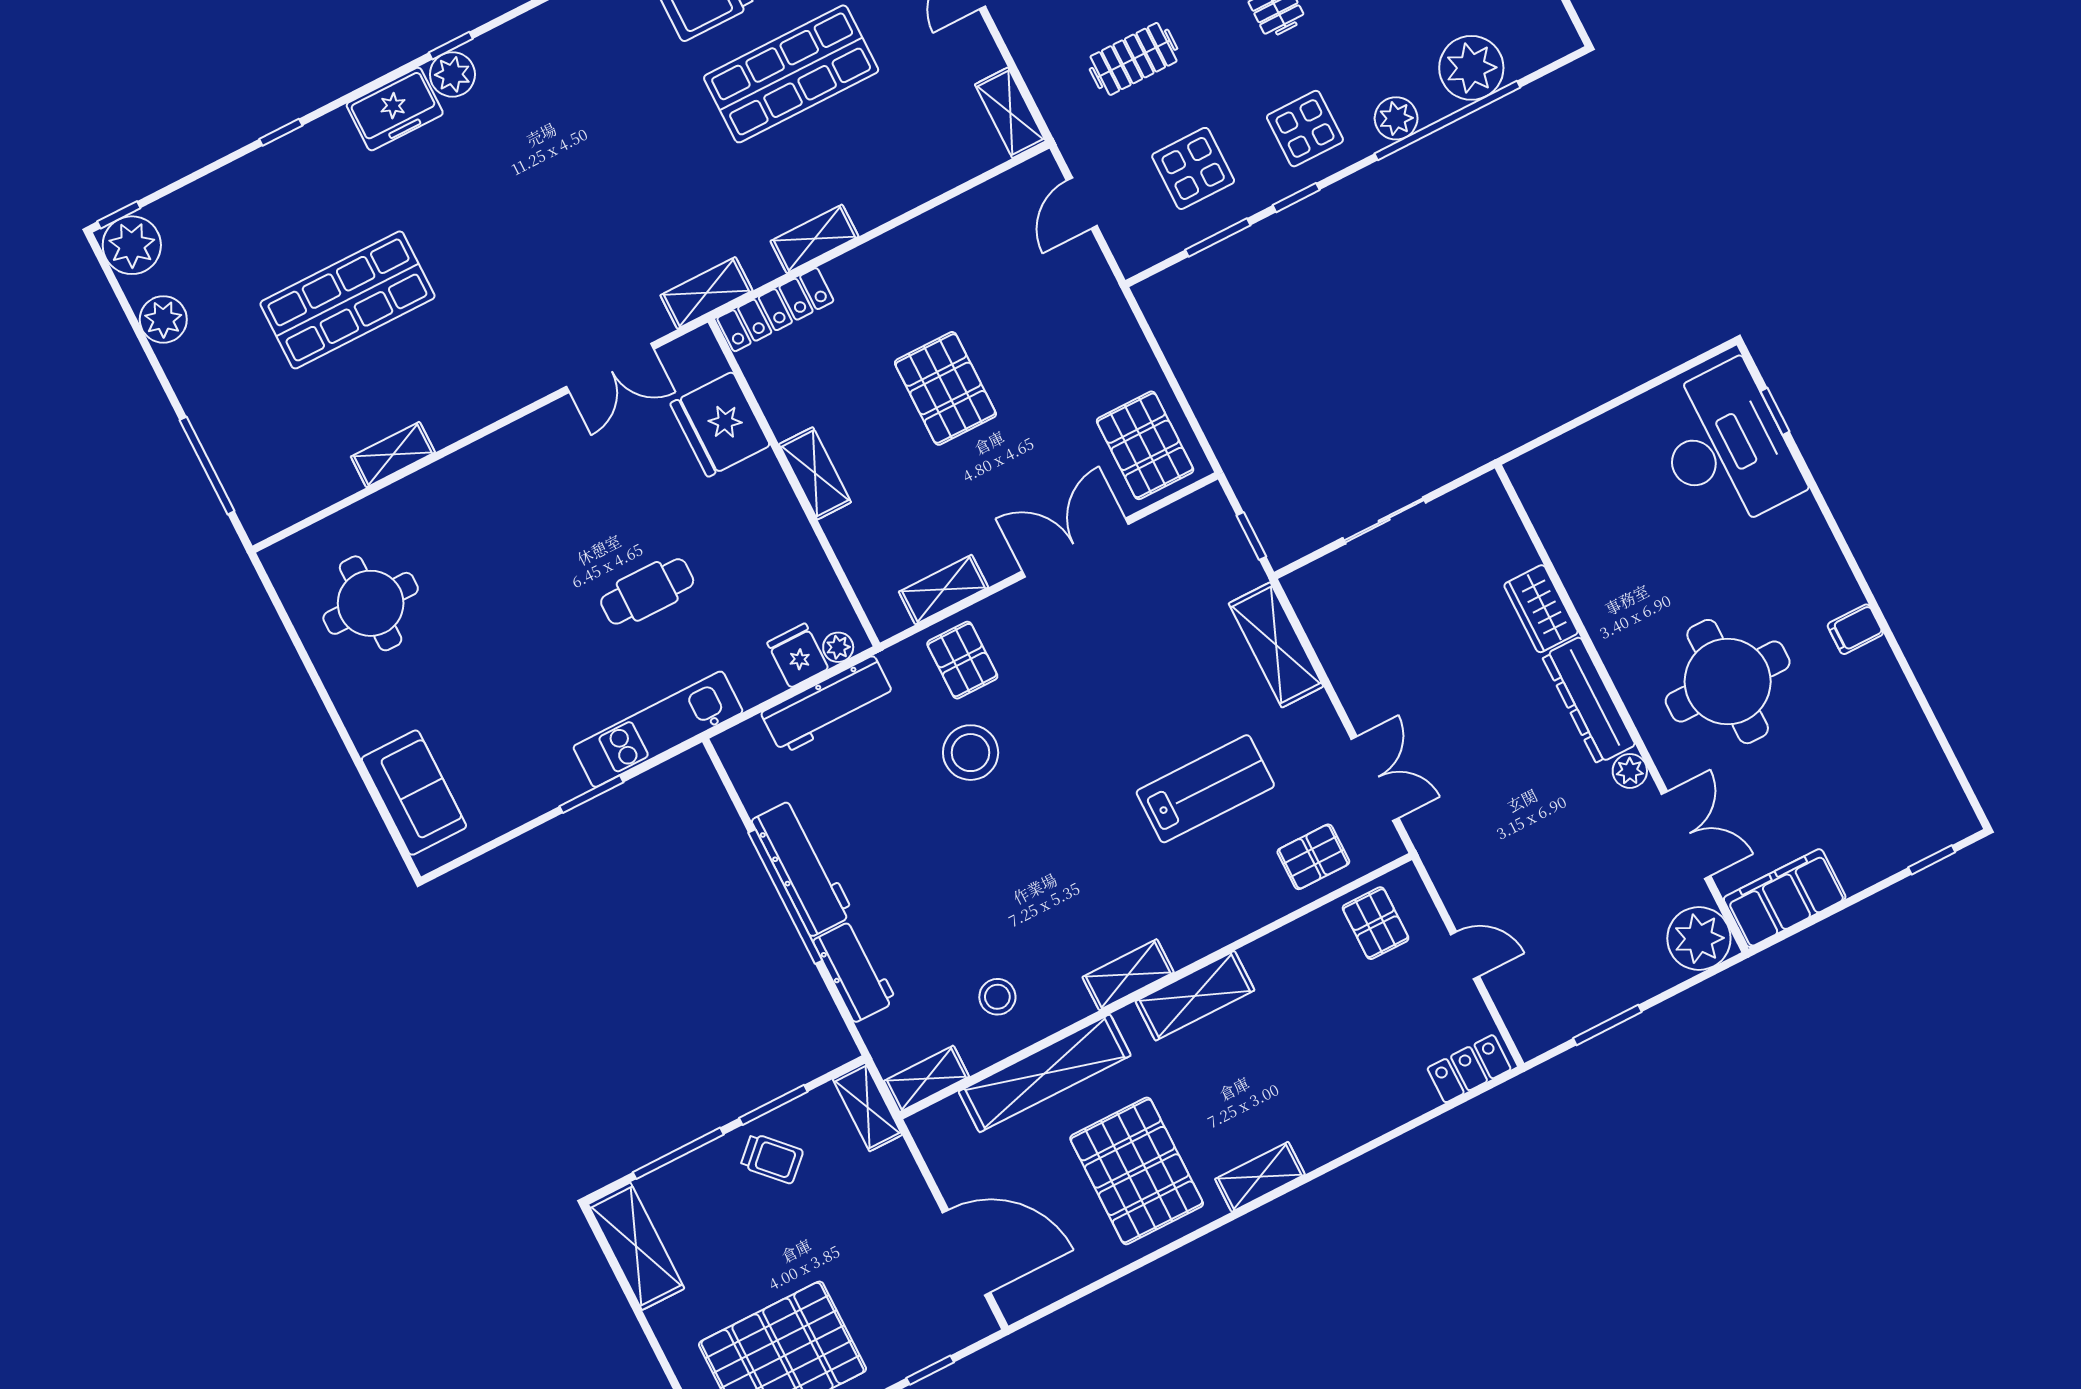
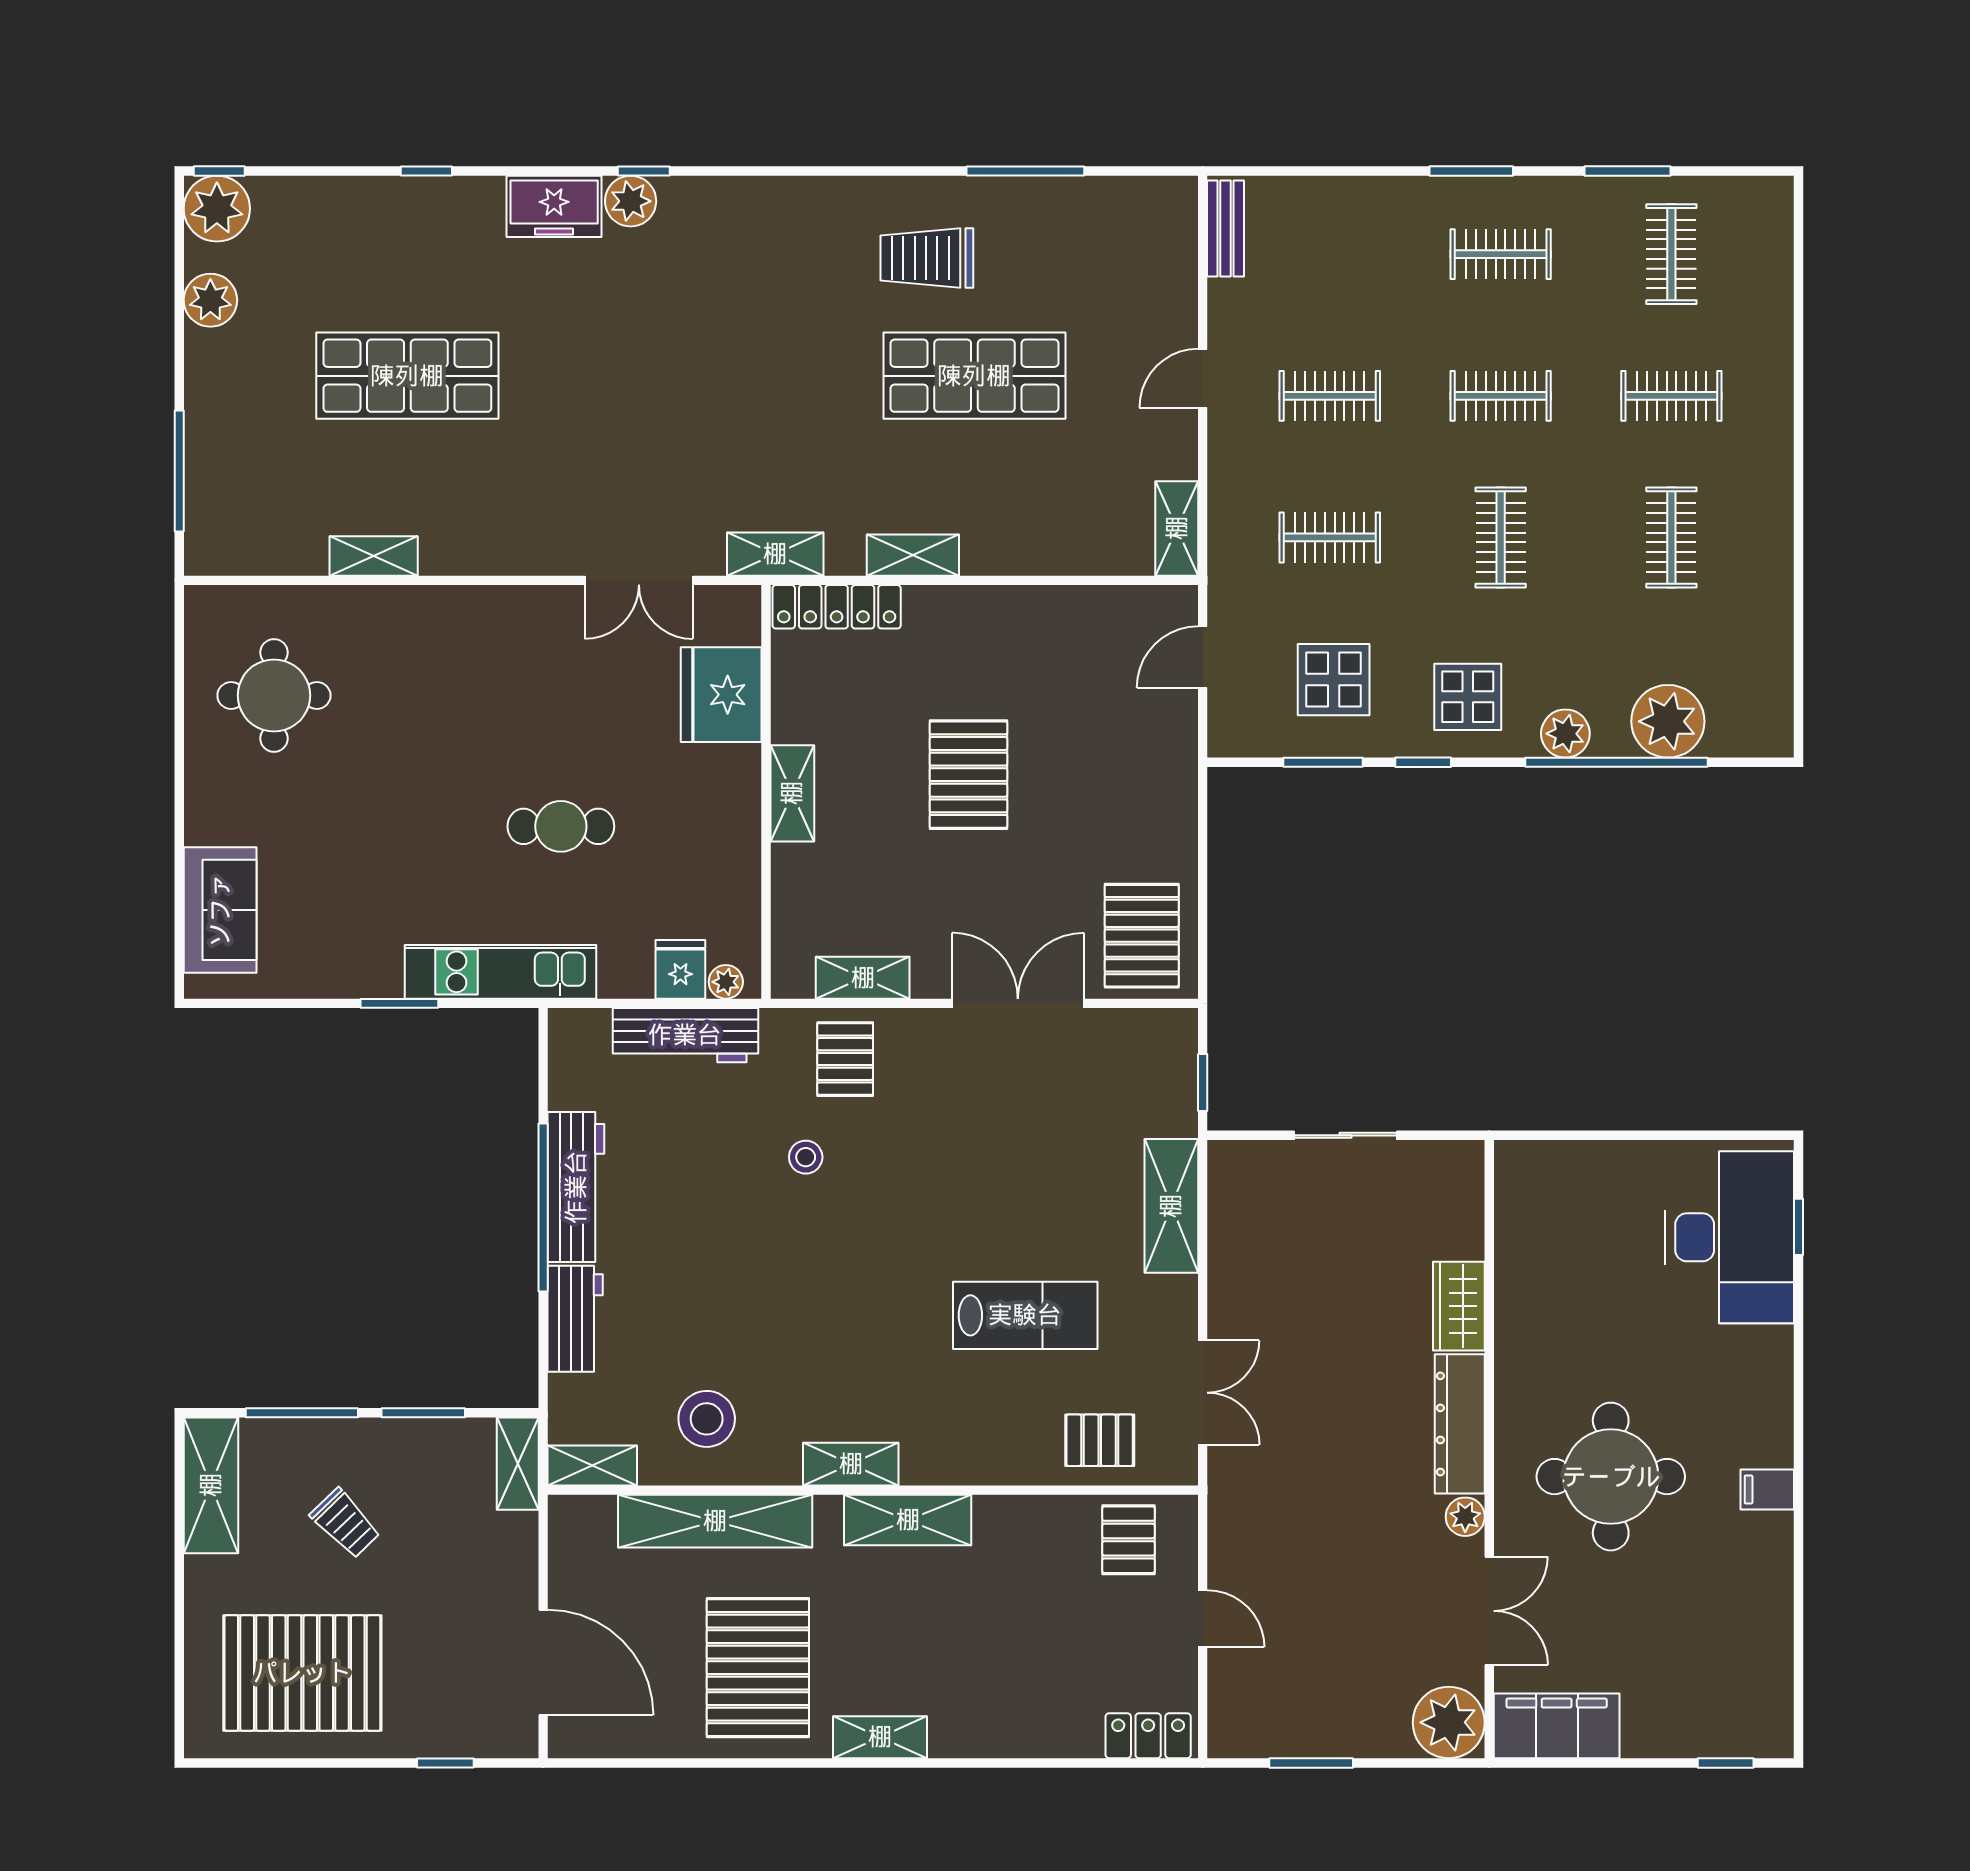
stool: (971, 753) -> (806, 1157), width x0.53, depth x0.53
stool: (997, 997) -> (707, 1419), width x1.38, depth x1.38
trolley: (772, 1158) -> (345, 1523), moved

